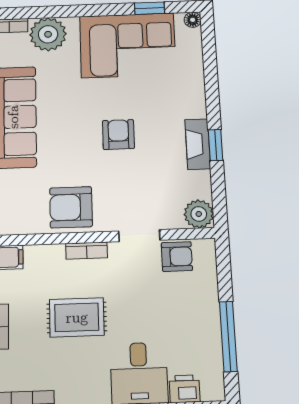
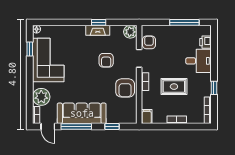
armchair: (118, 135) -> (106, 60), moved, turned -90
rug: (77, 317) -> (174, 87), turned 90

